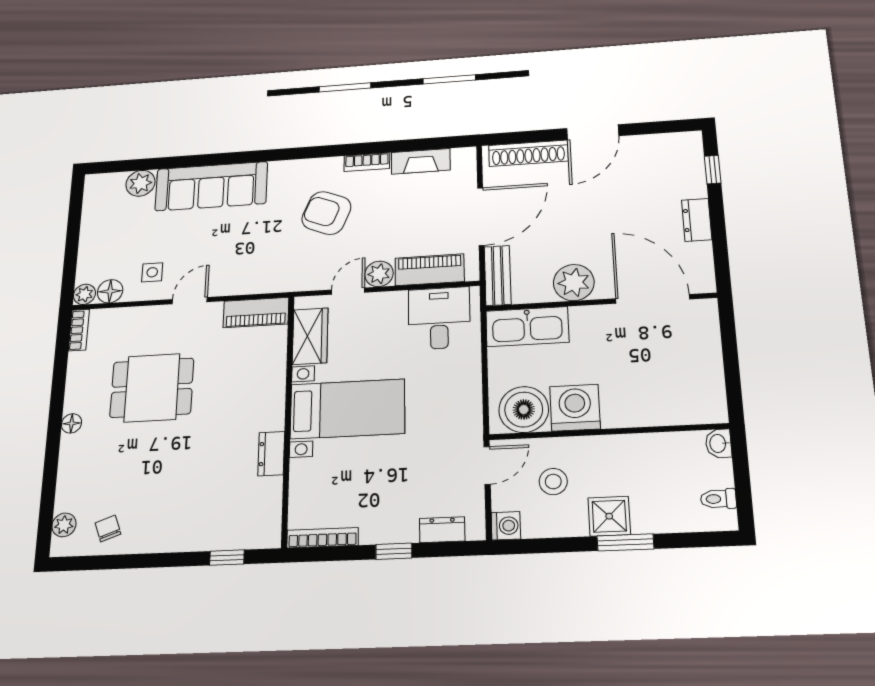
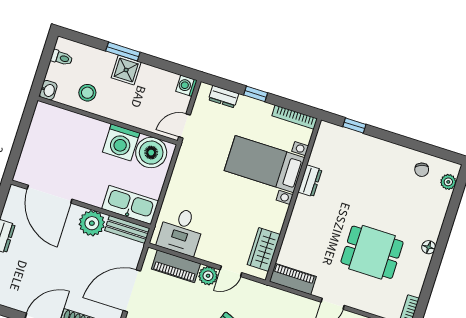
bench: (498, 275) -> (127, 229), moved, turned 90
bed with nightstands: (347, 409) -> (265, 164), moved
stool: (553, 482) -> (87, 93), moved

